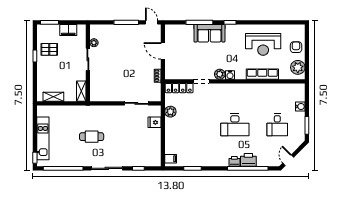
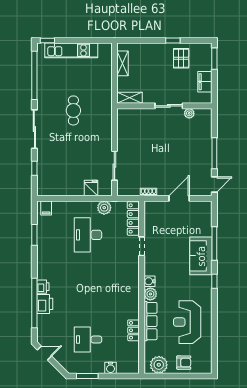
plant: (220, 74) -> (150, 294), moved
locker: (270, 88) -> (134, 330), added
desk: (235, 125) -> (88, 235), moved

